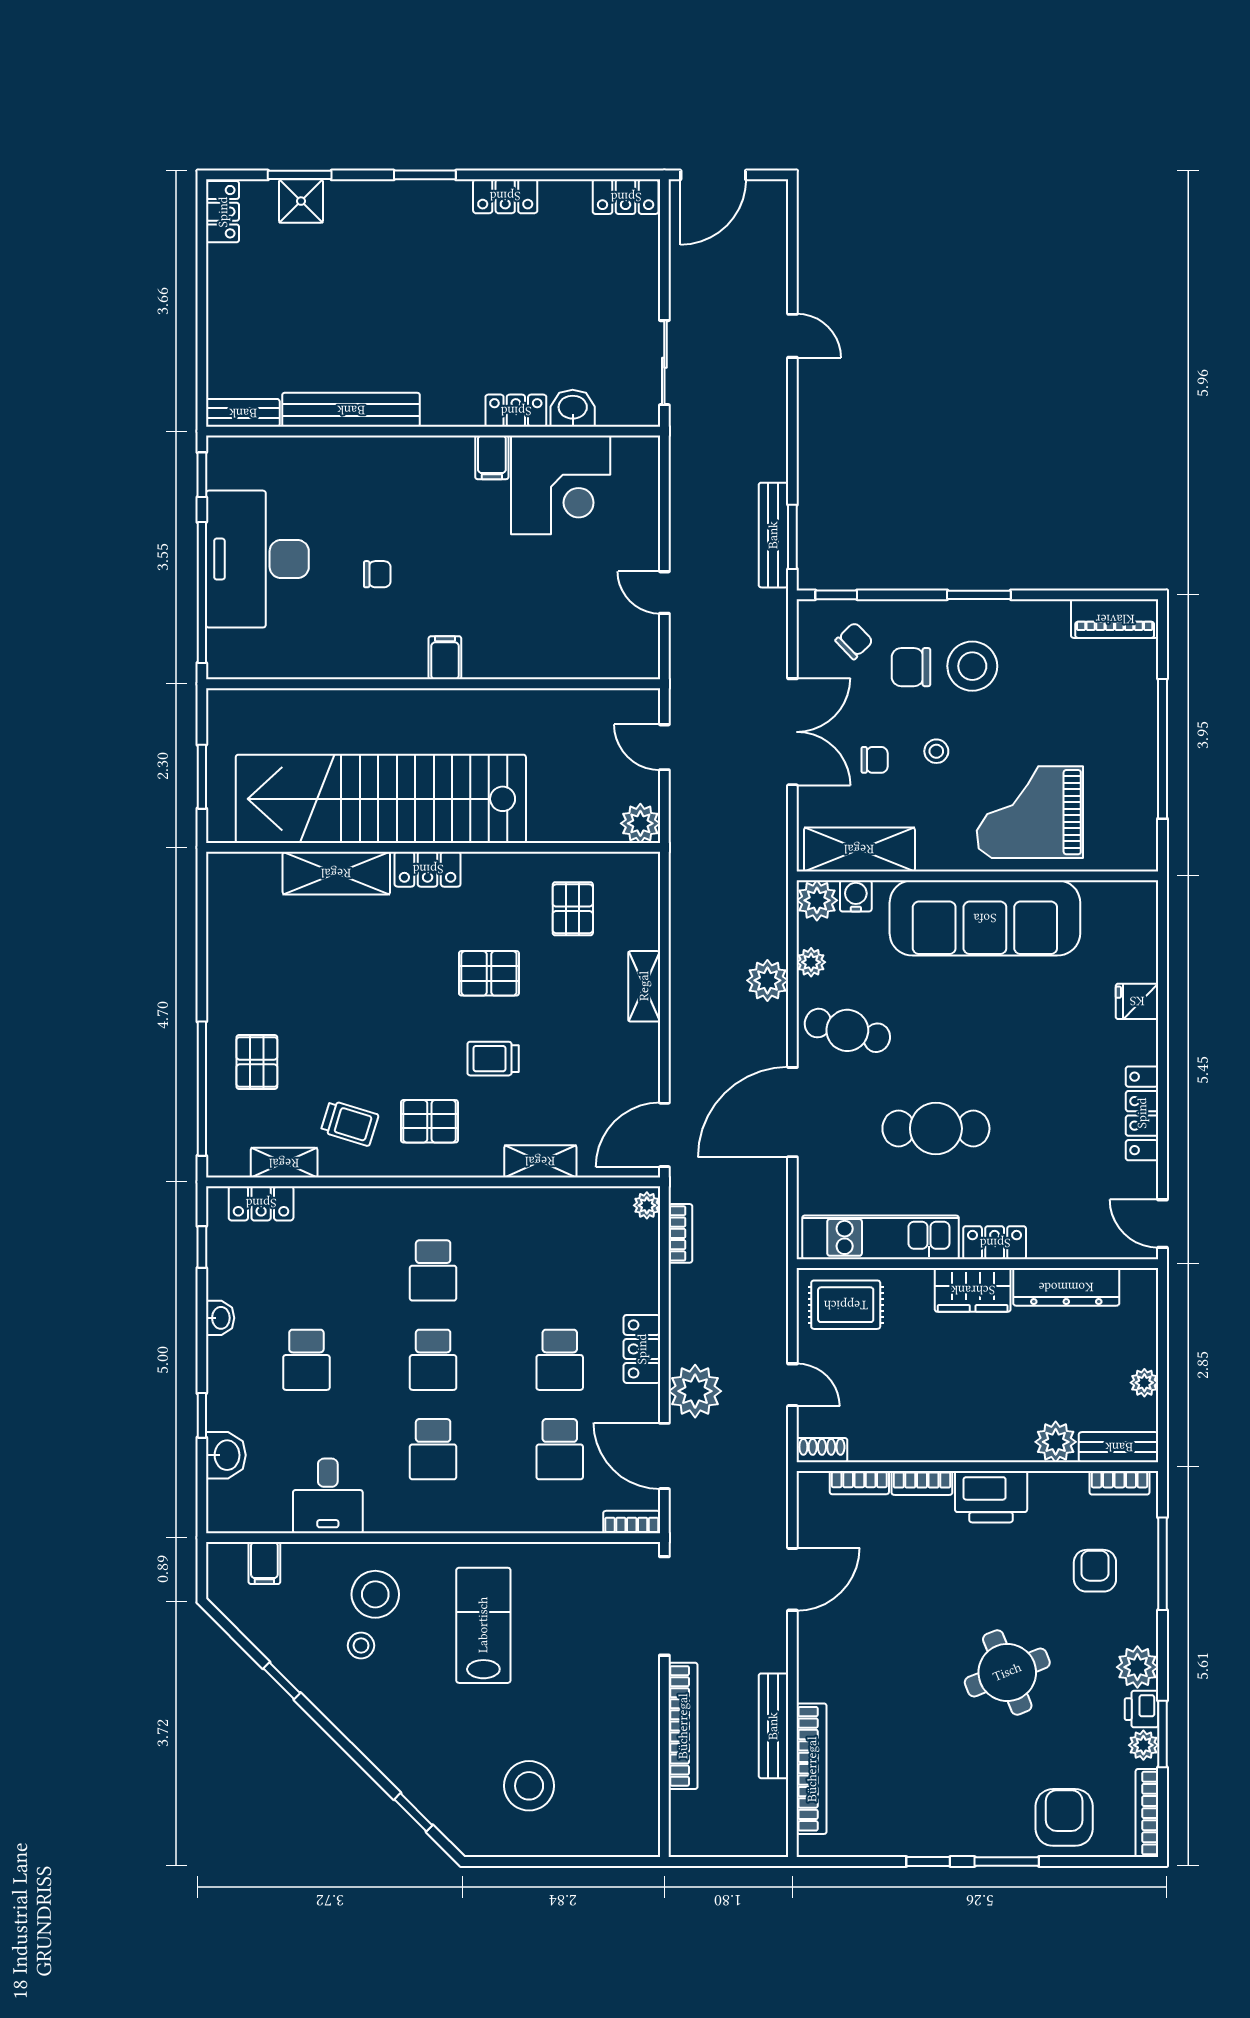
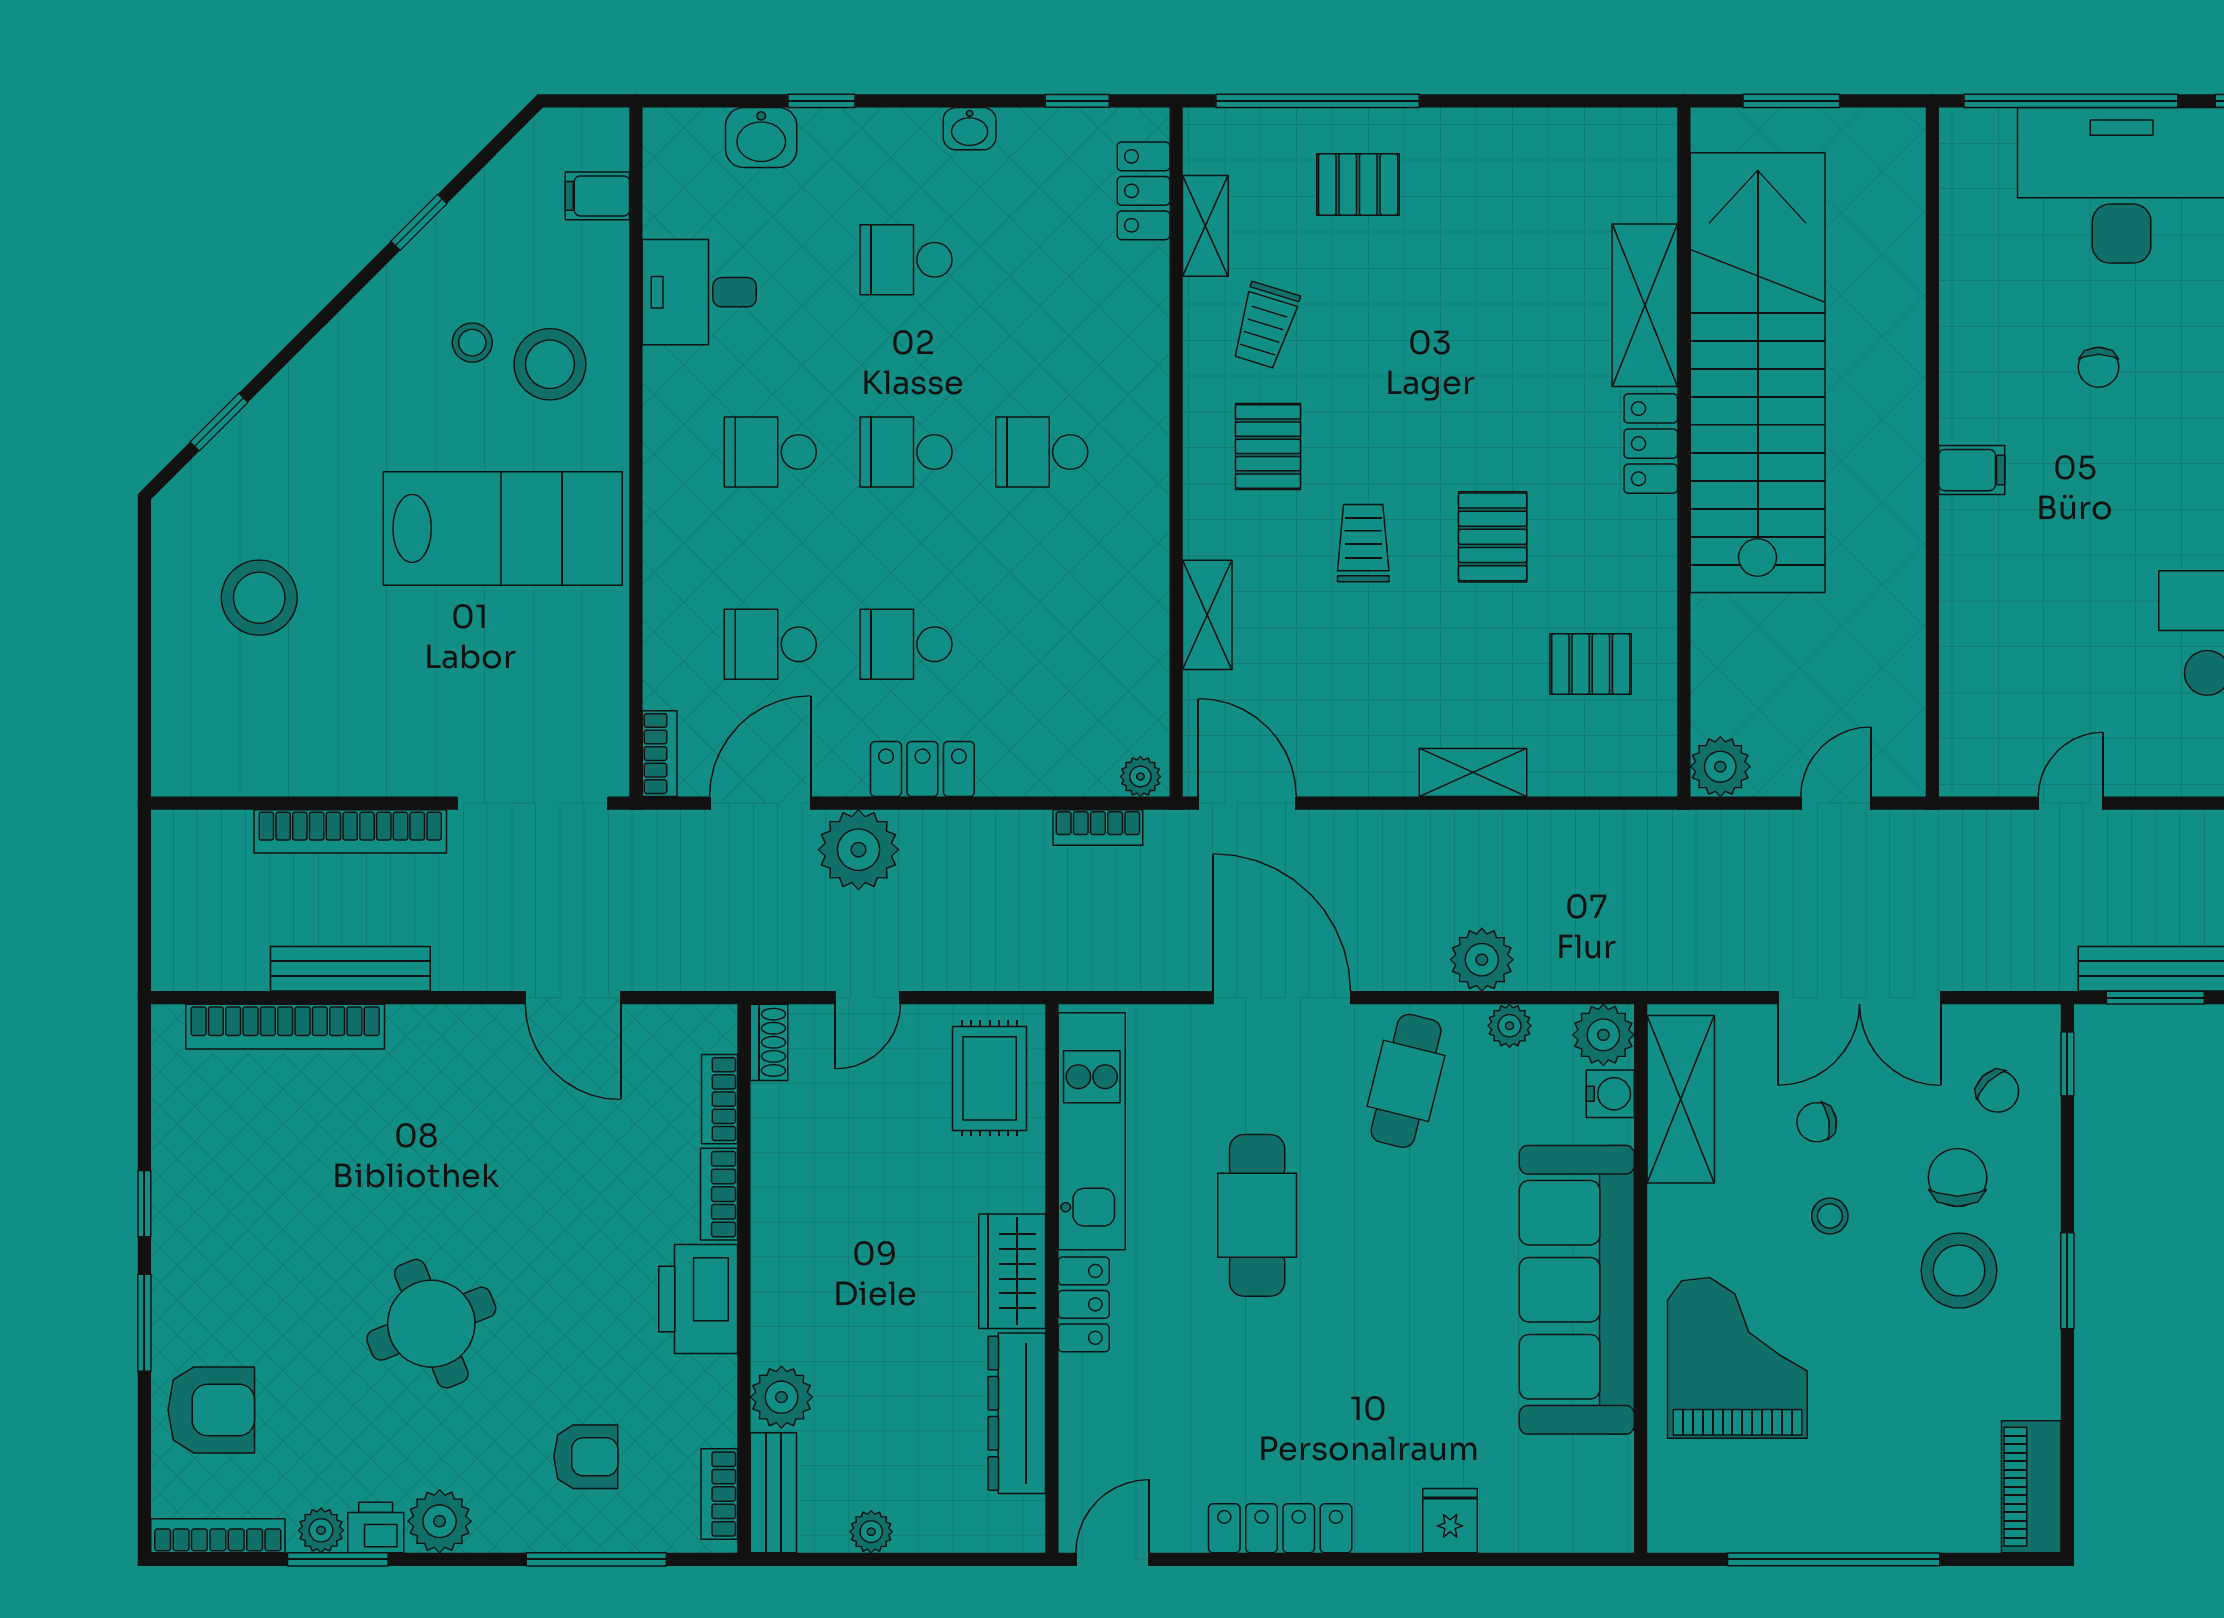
chair: (875, 760) -> (1817, 1122), turned 80
lab bench: (483, 1625) -> (503, 528), width x1.36, depth x1.39

